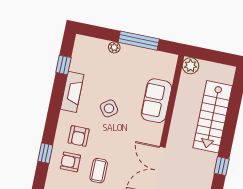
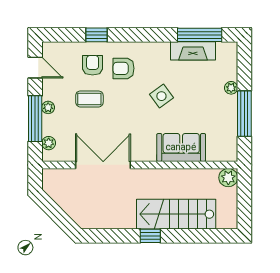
window: (63, 65) -> (200, 35), width x2.17
fireplace: (72, 92) -> (193, 51), moved
window: (222, 166) -> (150, 236), moved

